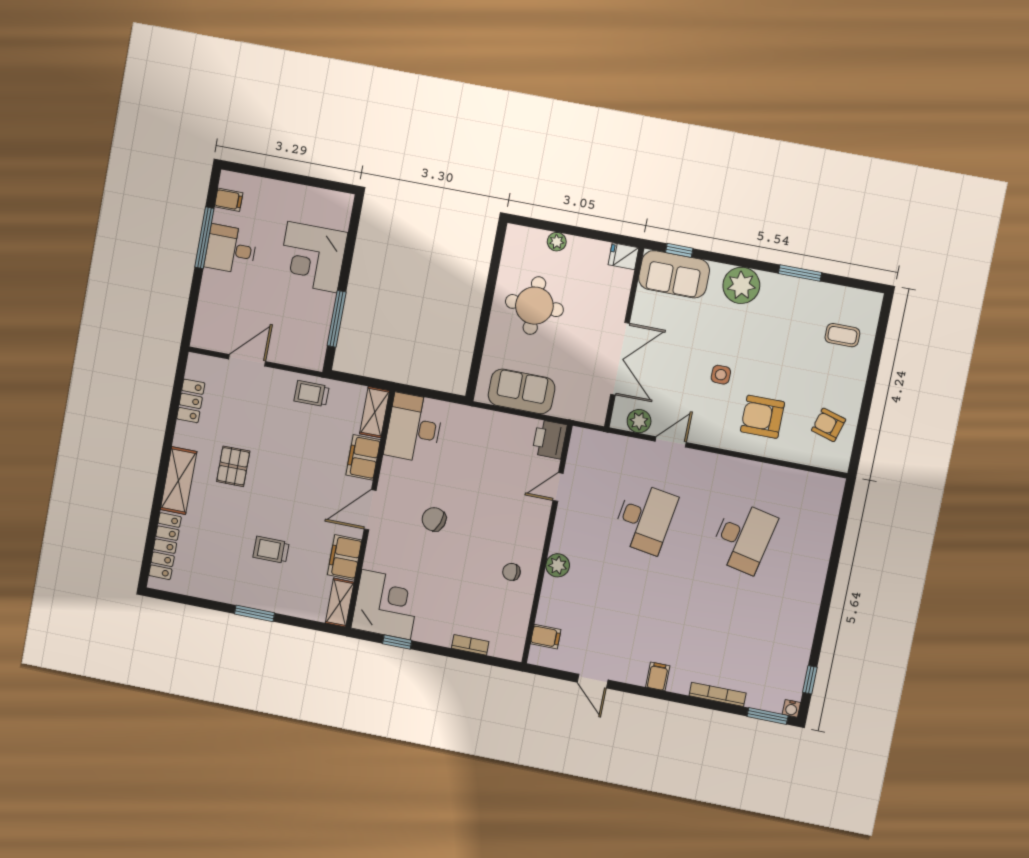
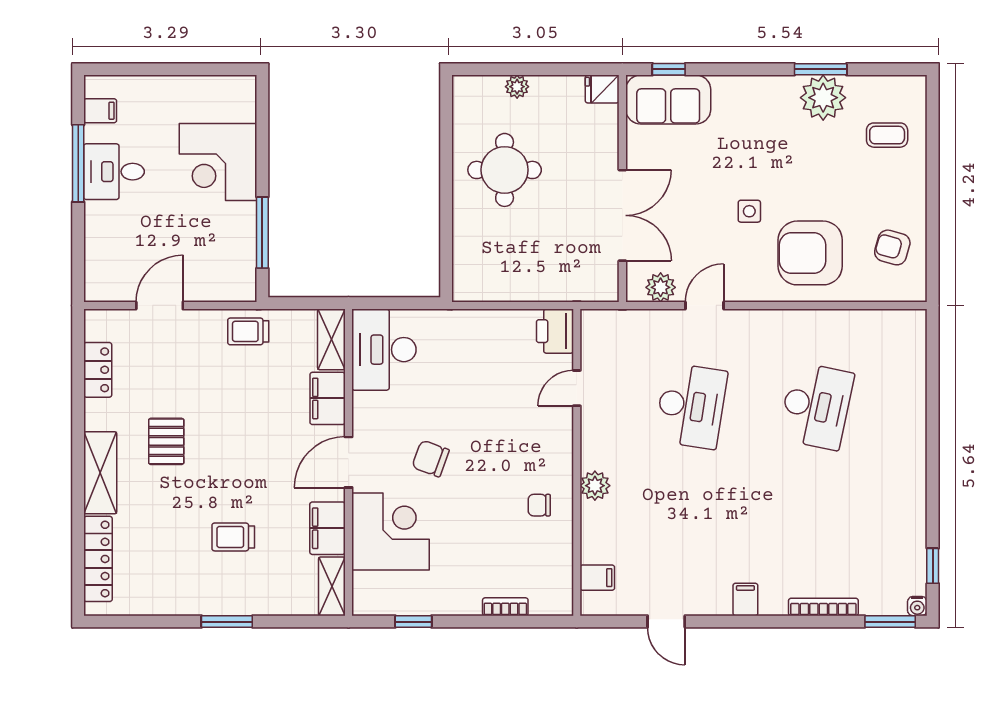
plant: (741, 285) -> (823, 98), moved
sofa: (521, 391) -> (509, 279), removed
armchair: (762, 417) -> (810, 253), width x1.36, depth x1.36
corner desk: (386, 605) -> (390, 531), moved

